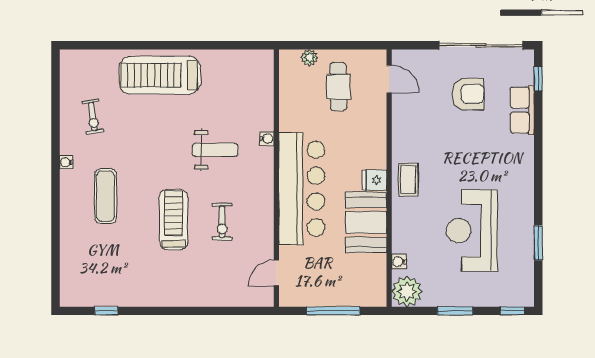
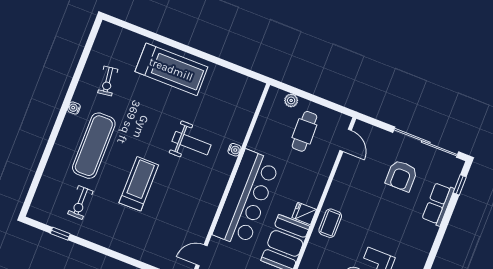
treadmill: (160, 75) -> (171, 69), turned 180
armchair: (468, 94) -> (401, 176), turned 90
exercise mat: (105, 196) -> (94, 146), width x1.36, depth x1.45
exercise bike: (222, 222) -> (80, 202), moved

